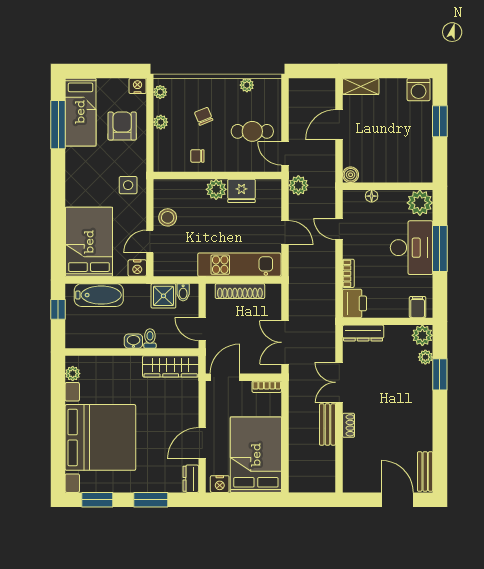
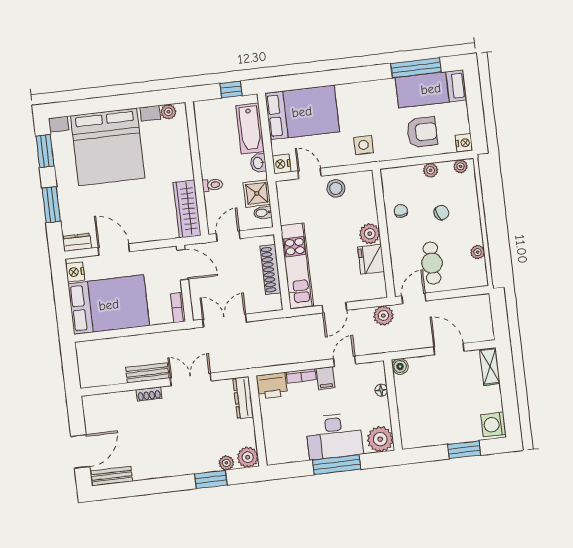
filing cabinet: (418, 307) -> (326, 378), moved, turned 90
washbasin: (133, 341) -> (258, 163), moved, turned 180

